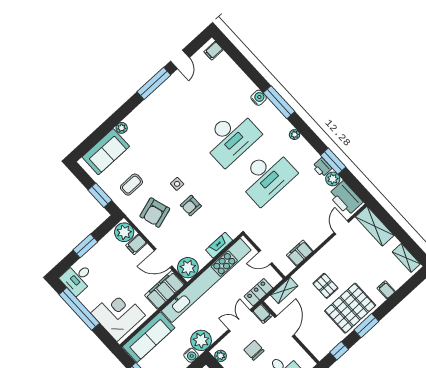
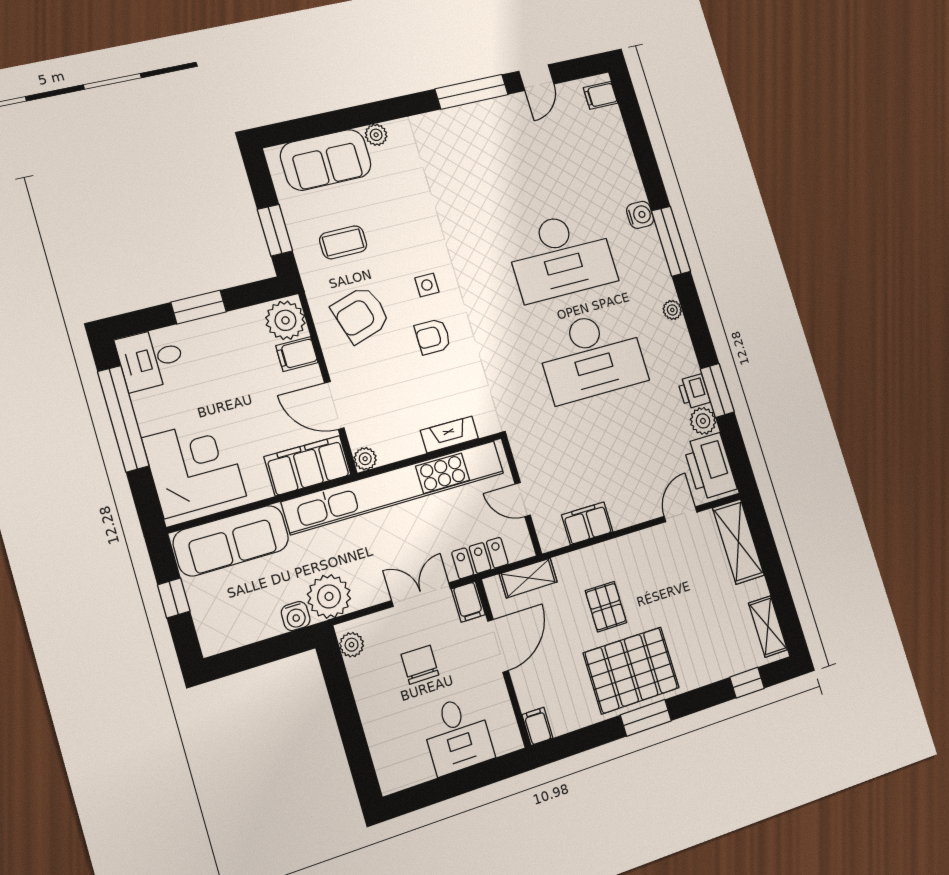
plant: (188, 268) -> (365, 459), width x0.53, depth x0.53
filing cabinet: (386, 290) -> (537, 726), moved
window: (339, 351) -> (747, 683), moved

